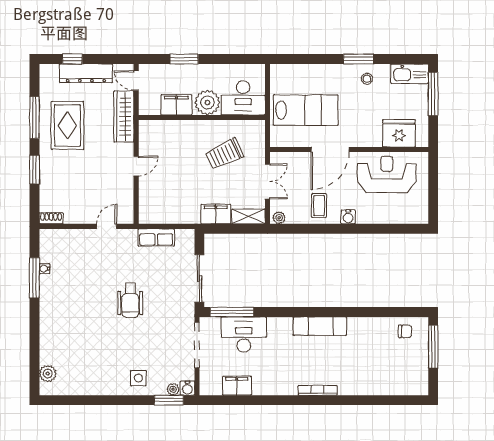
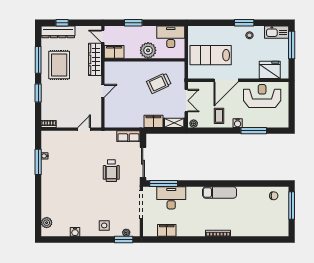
dresser: (86, 73) -> (58, 32), moved
desk: (243, 98) -> (171, 37), moved, turned 180
filing cabinet: (176, 105) -> (114, 52), moved
lab bench: (306, 110) -> (211, 55), turned 180
window: (374, 229) -> (254, 131), added
row of seats: (156, 237) -> (128, 136), moved
wheelchair: (130, 300) -> (111, 171), moved
water cooler: (187, 388) -> (75, 232), moved

